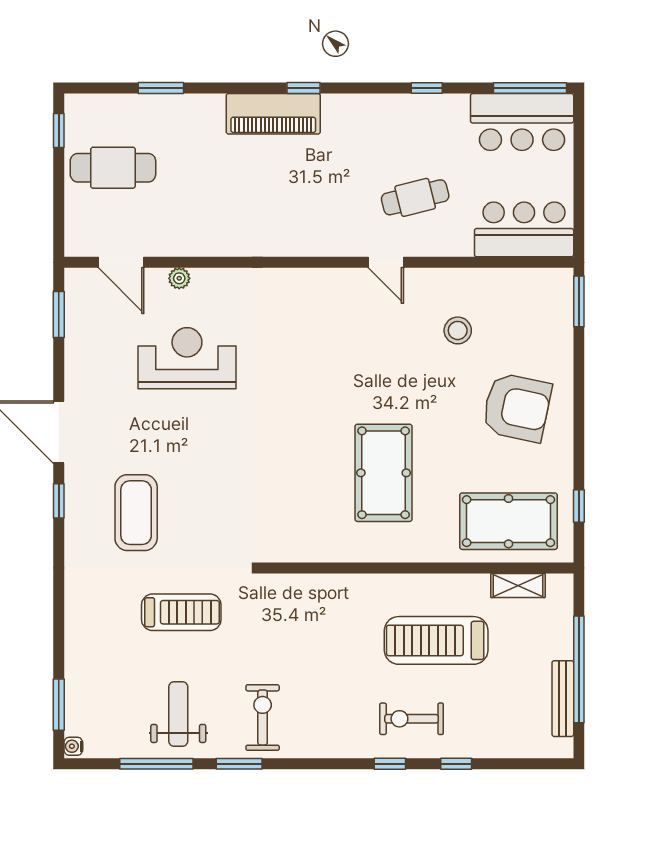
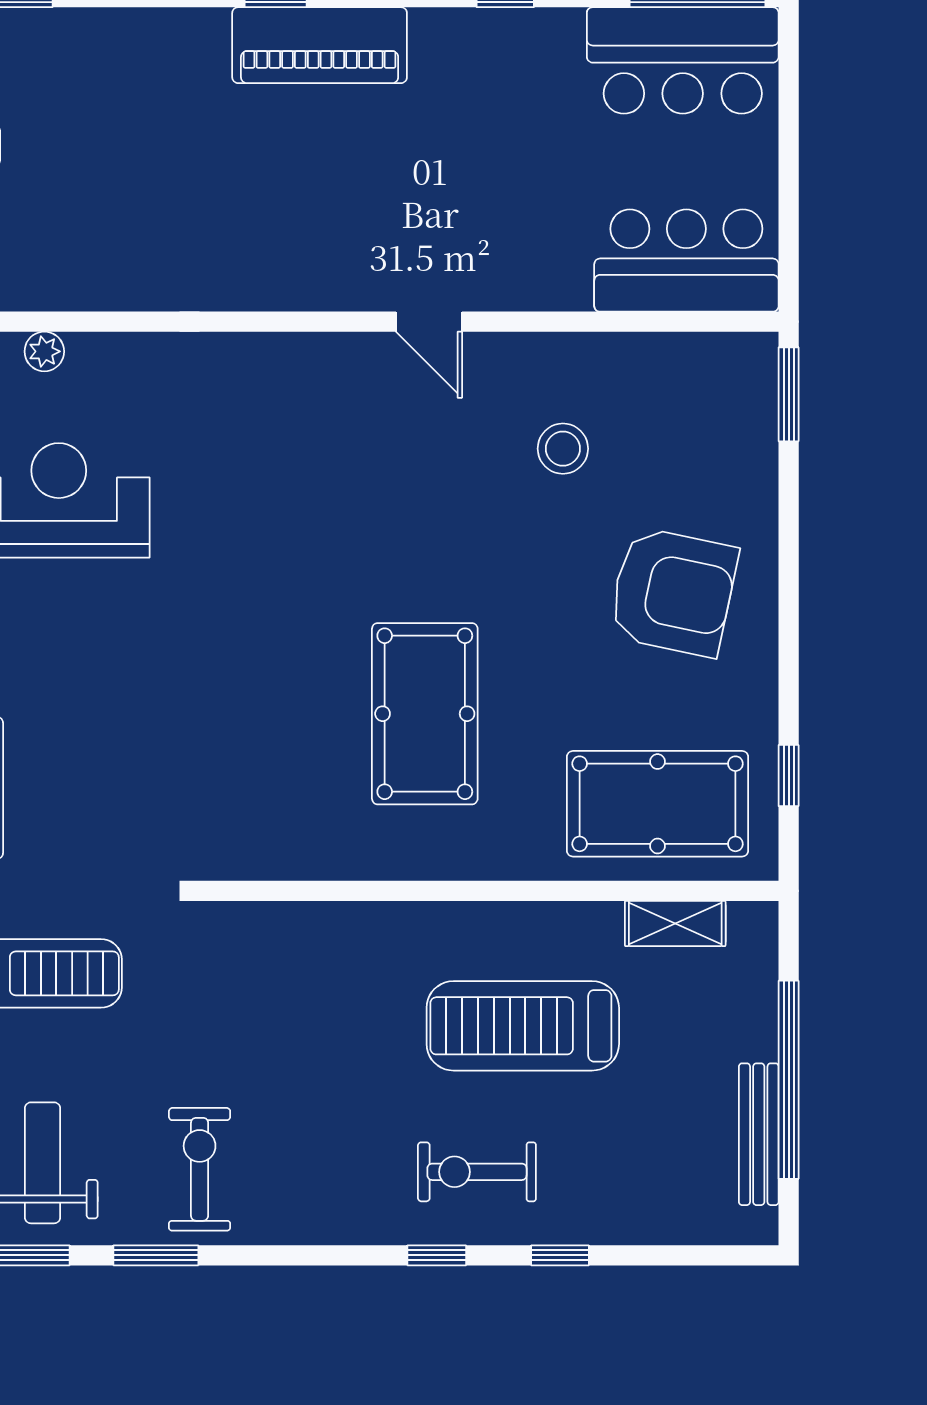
piano: (273, 114) -> (320, 45), moved
cafe table: (415, 197) -> (484, 201), removed

